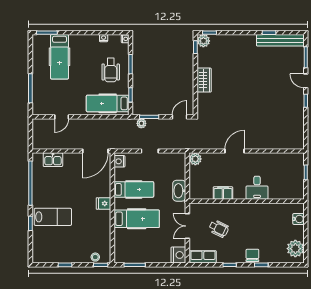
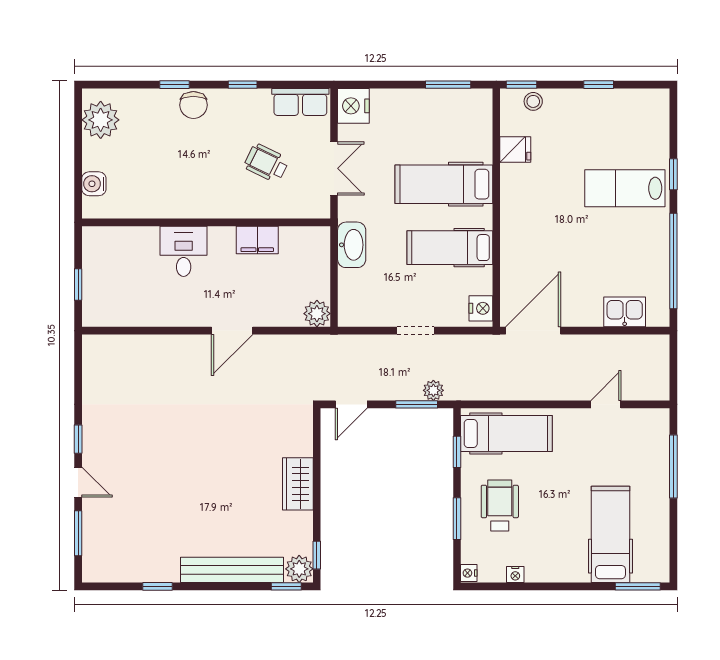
bench: (280, 40) -> (232, 570), moved
fridge: (104, 204) -> (515, 149), moved

